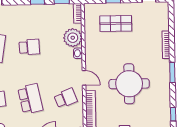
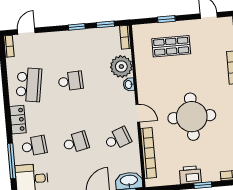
school desk: (30, 99) -> (76, 142), width x0.54

